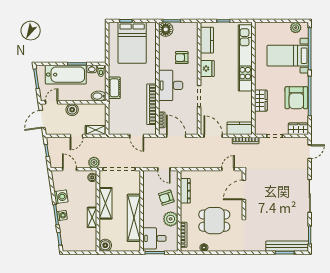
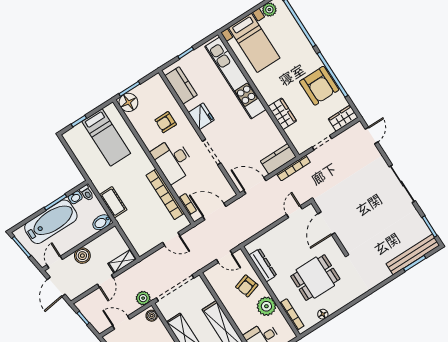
bed: (132, 43) -> (106, 137), width x0.67
bed with nightstands: (288, 56) -> (254, 43), moved, turned -90

